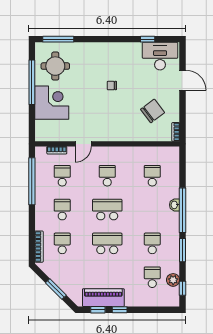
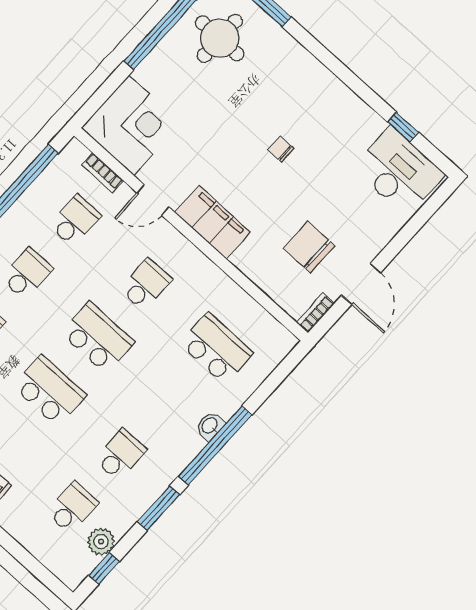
door: (183, 80) -> (361, 284), moved
corner desk: (52, 103) -> (131, 125), moved
chair: (153, 111) -> (309, 247), turned -143
filing cabinet: (111, 133) -> (213, 222), added
school desk: (152, 176) -> (216, 348), width x1.85

